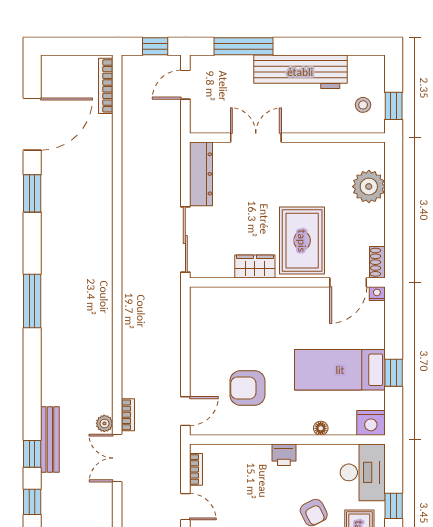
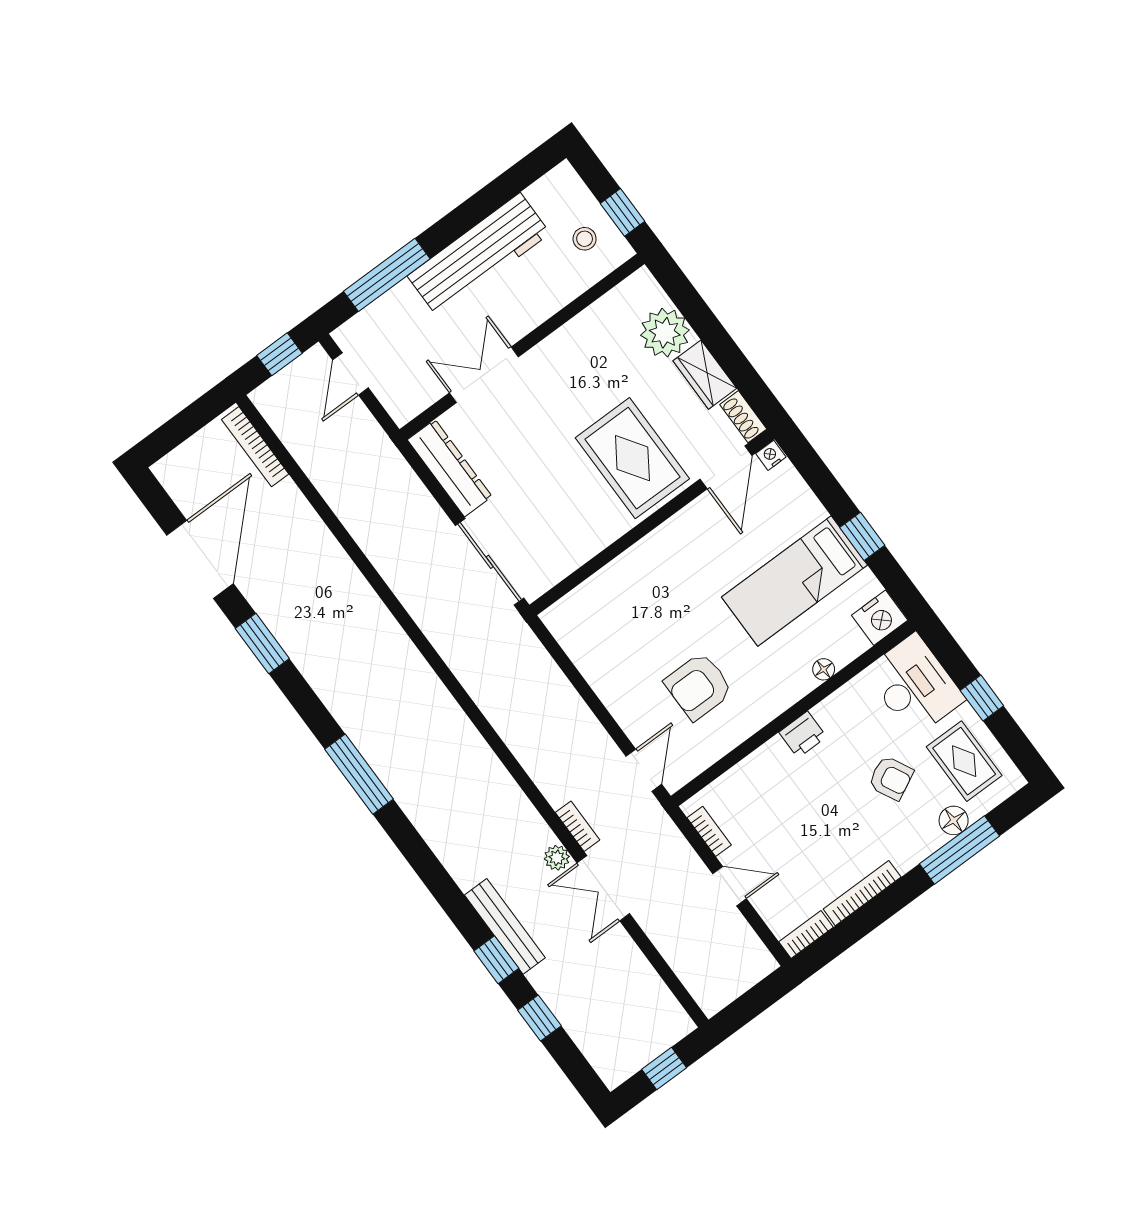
wardrobe: (255, 266) -> (705, 375), moved, turned -90

